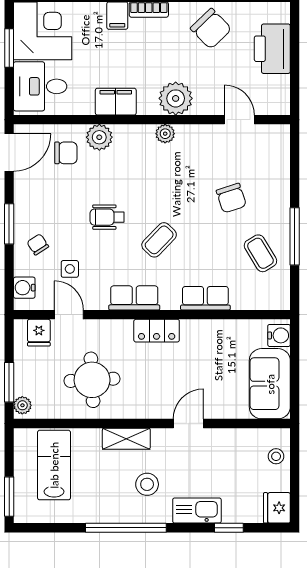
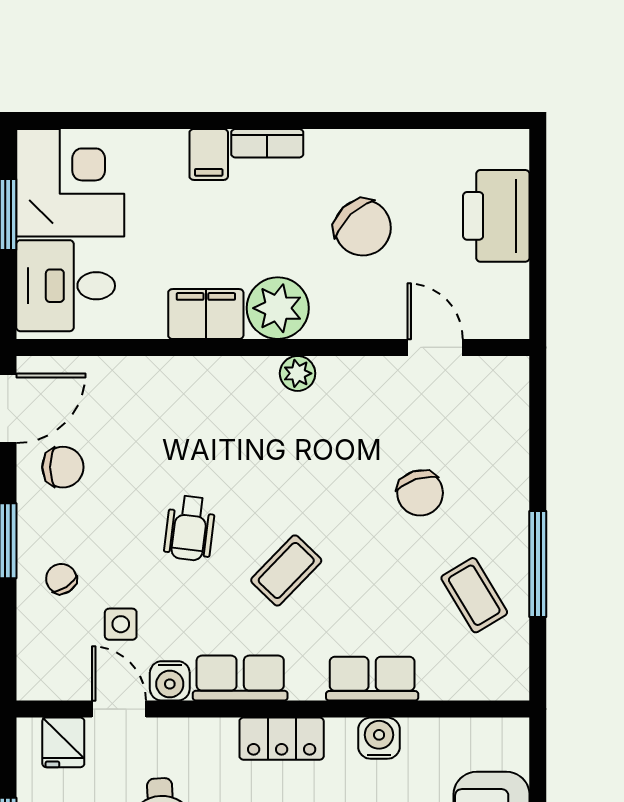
chair: (211, 29) -> (363, 228), moved
plant: (176, 98) -> (278, 308), moved
plant: (99, 137) -> (175, 380), removed
chair: (66, 153) -> (63, 467), moved
wheelchair: (107, 217) -> (190, 528), turned -83
water cooler: (24, 288) -> (170, 681), moved, turned -90
water cooler: (279, 335) -> (379, 738), moved, turned -90

